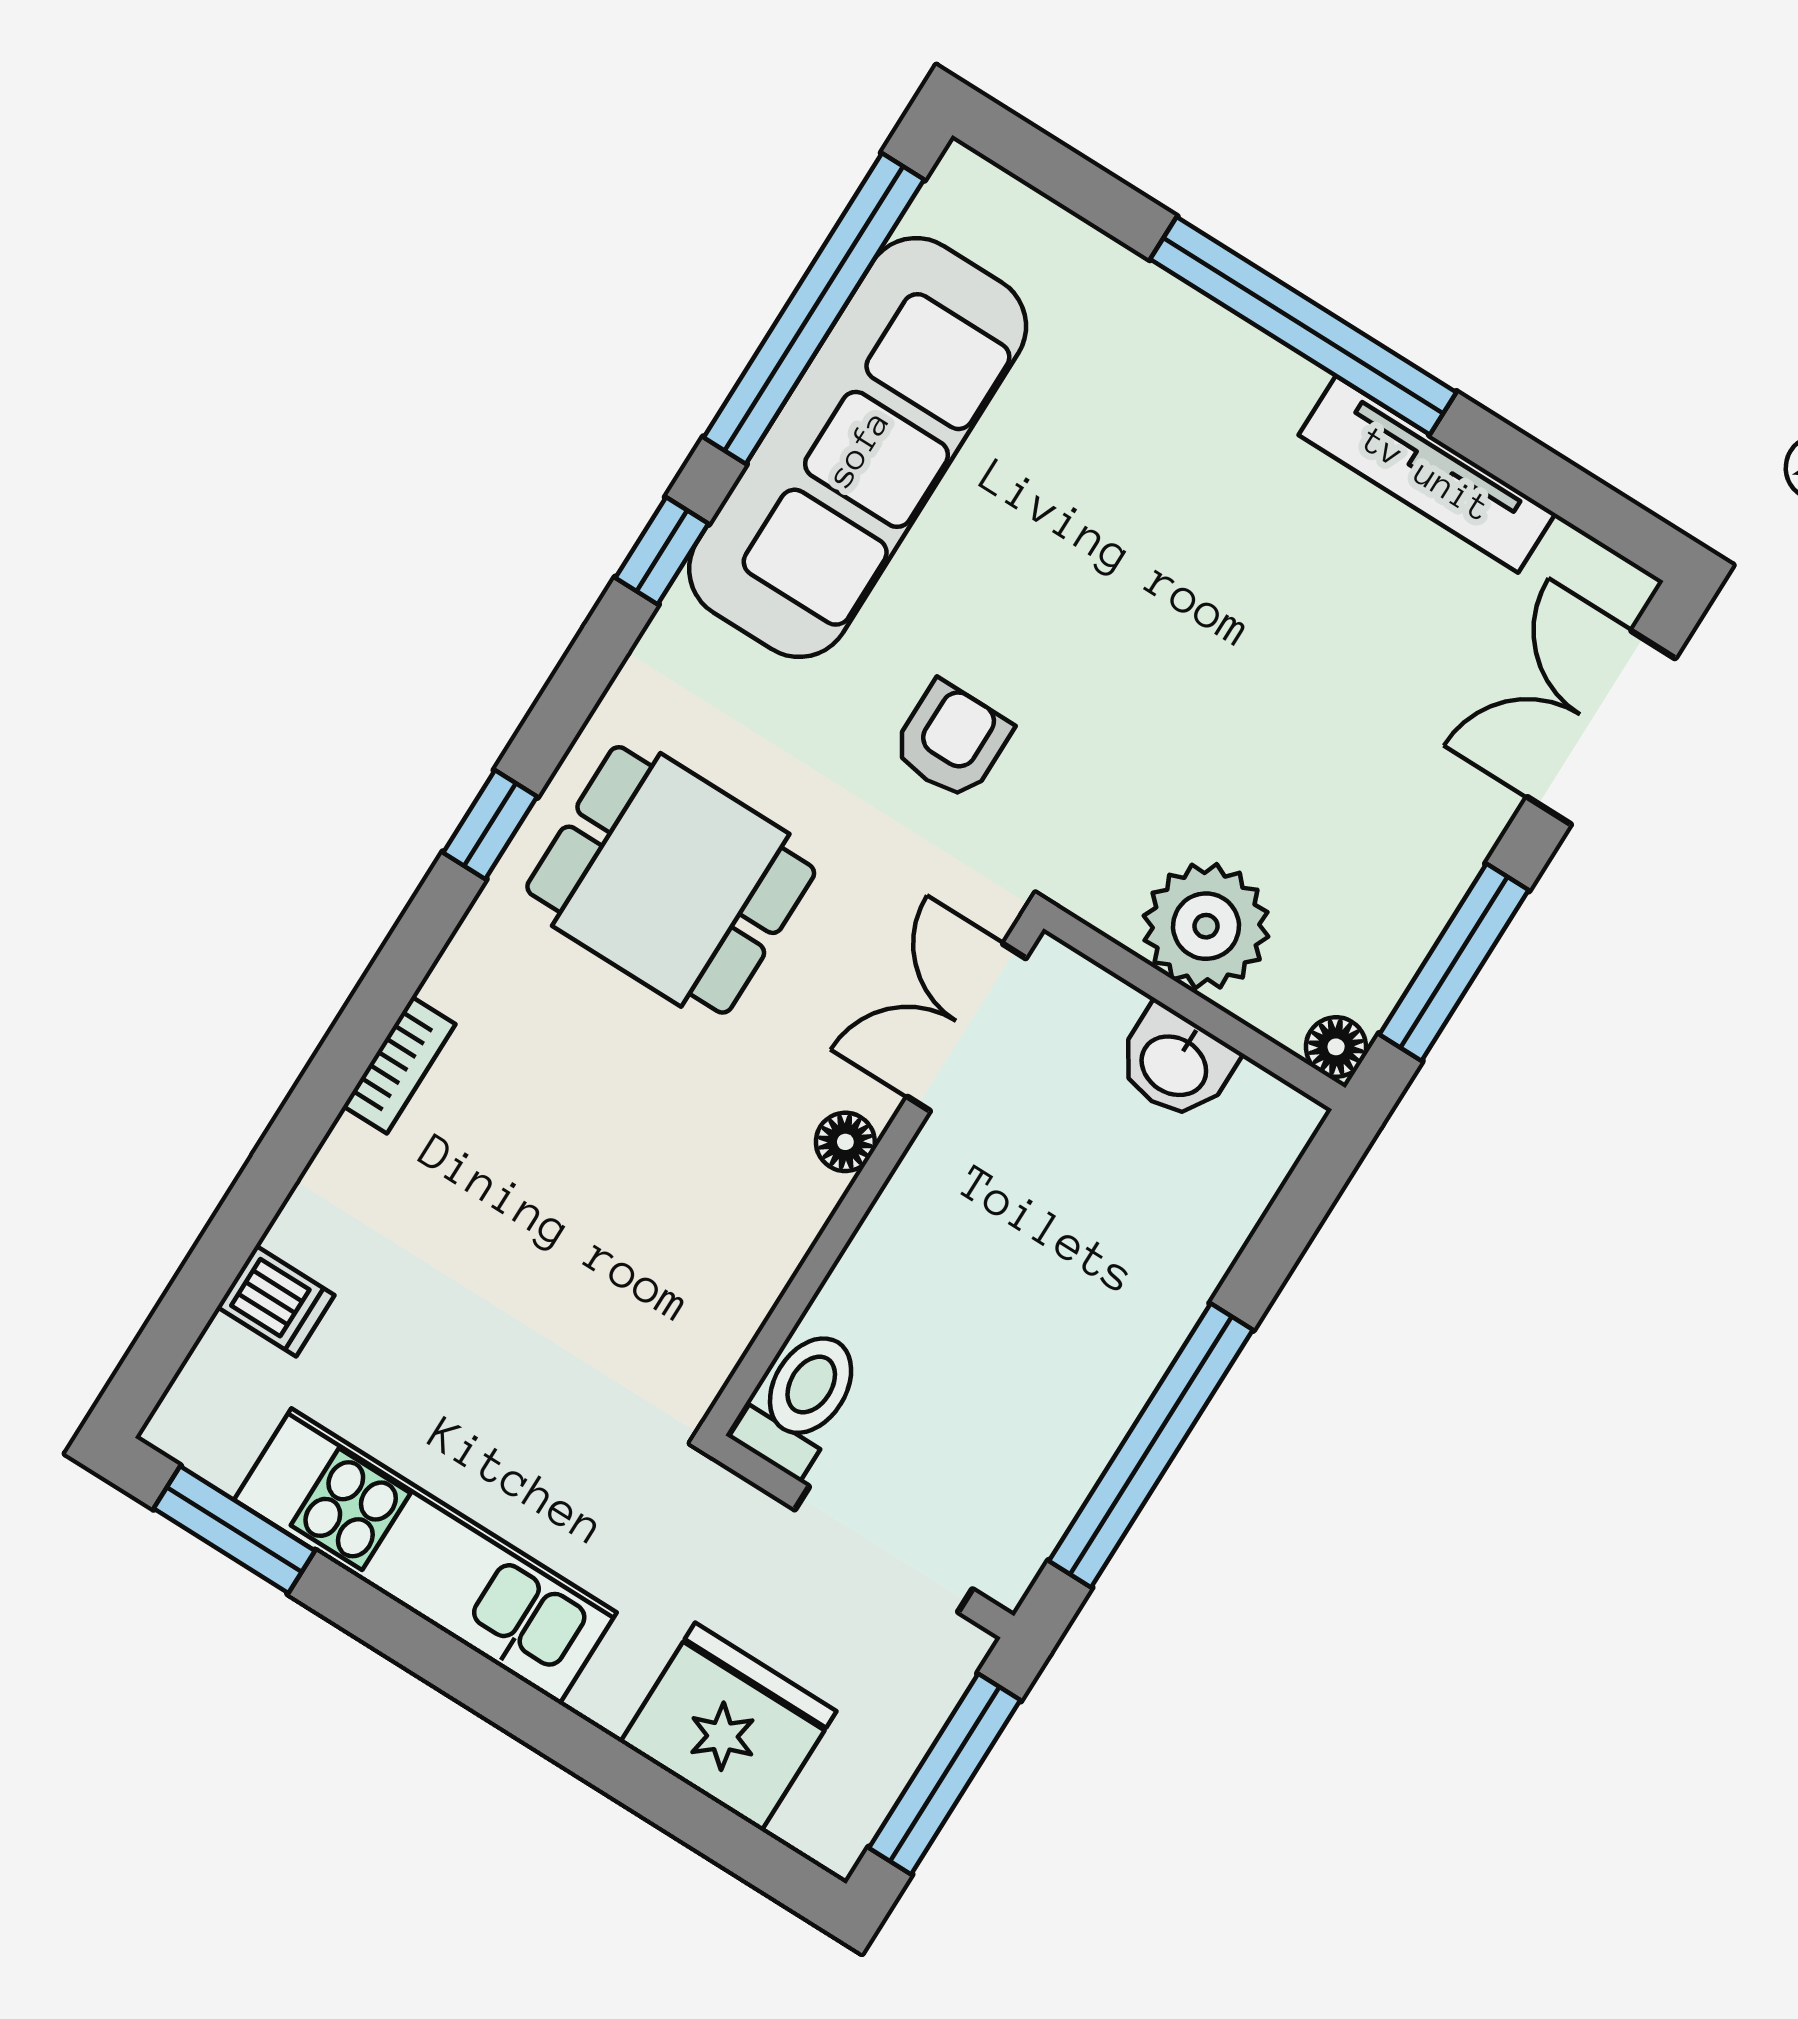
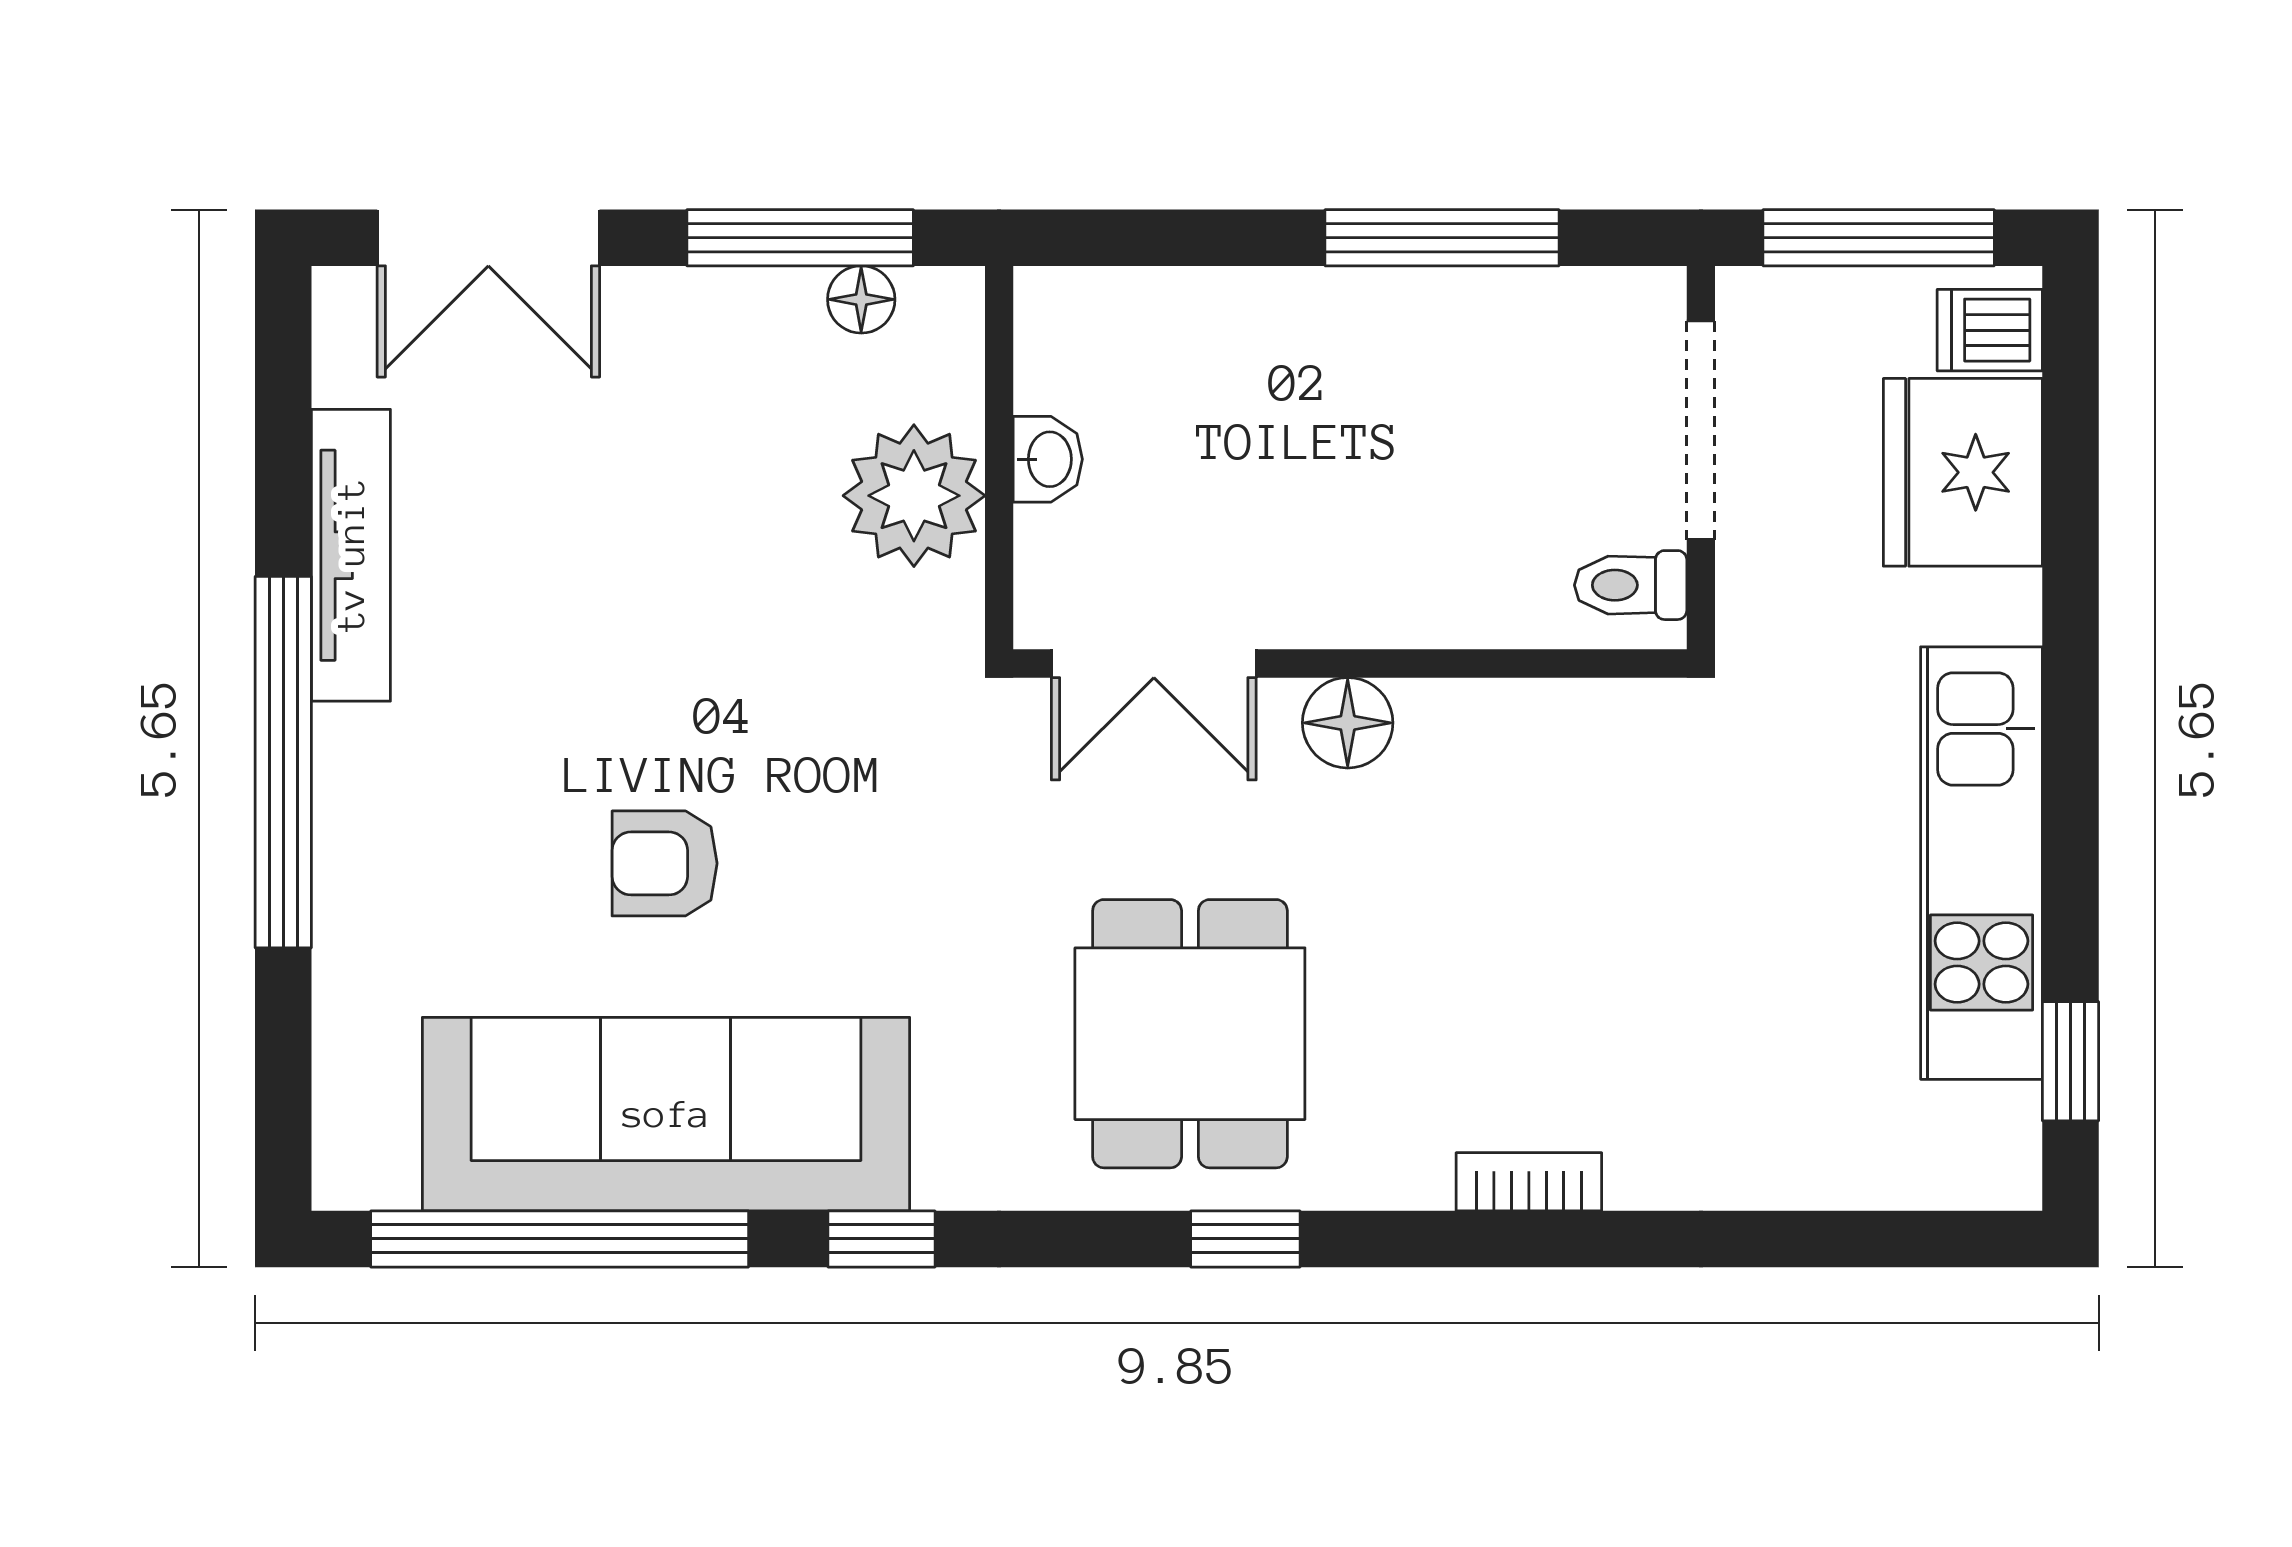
armchair: (952, 740) -> (665, 863), moved
floor lamp: (1336, 1047) -> (861, 299), moved
washbasin: (1175, 1063) -> (1048, 459), width x0.72, depth x0.69
floor lamp: (845, 1142) -> (1348, 723), width x1.37, depth x1.37
dishwasher: (276, 1301) -> (1990, 330), moved, turned -90
toilet: (801, 1401) -> (1631, 585), width x0.73, depth x0.72
window: (1151, 1445) -> (1442, 238), width x0.68
window: (234, 1530) -> (2070, 1061), width x0.67

